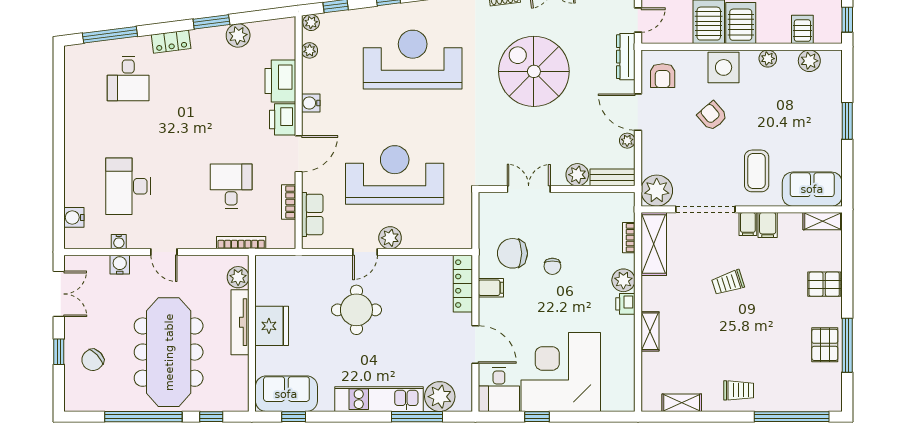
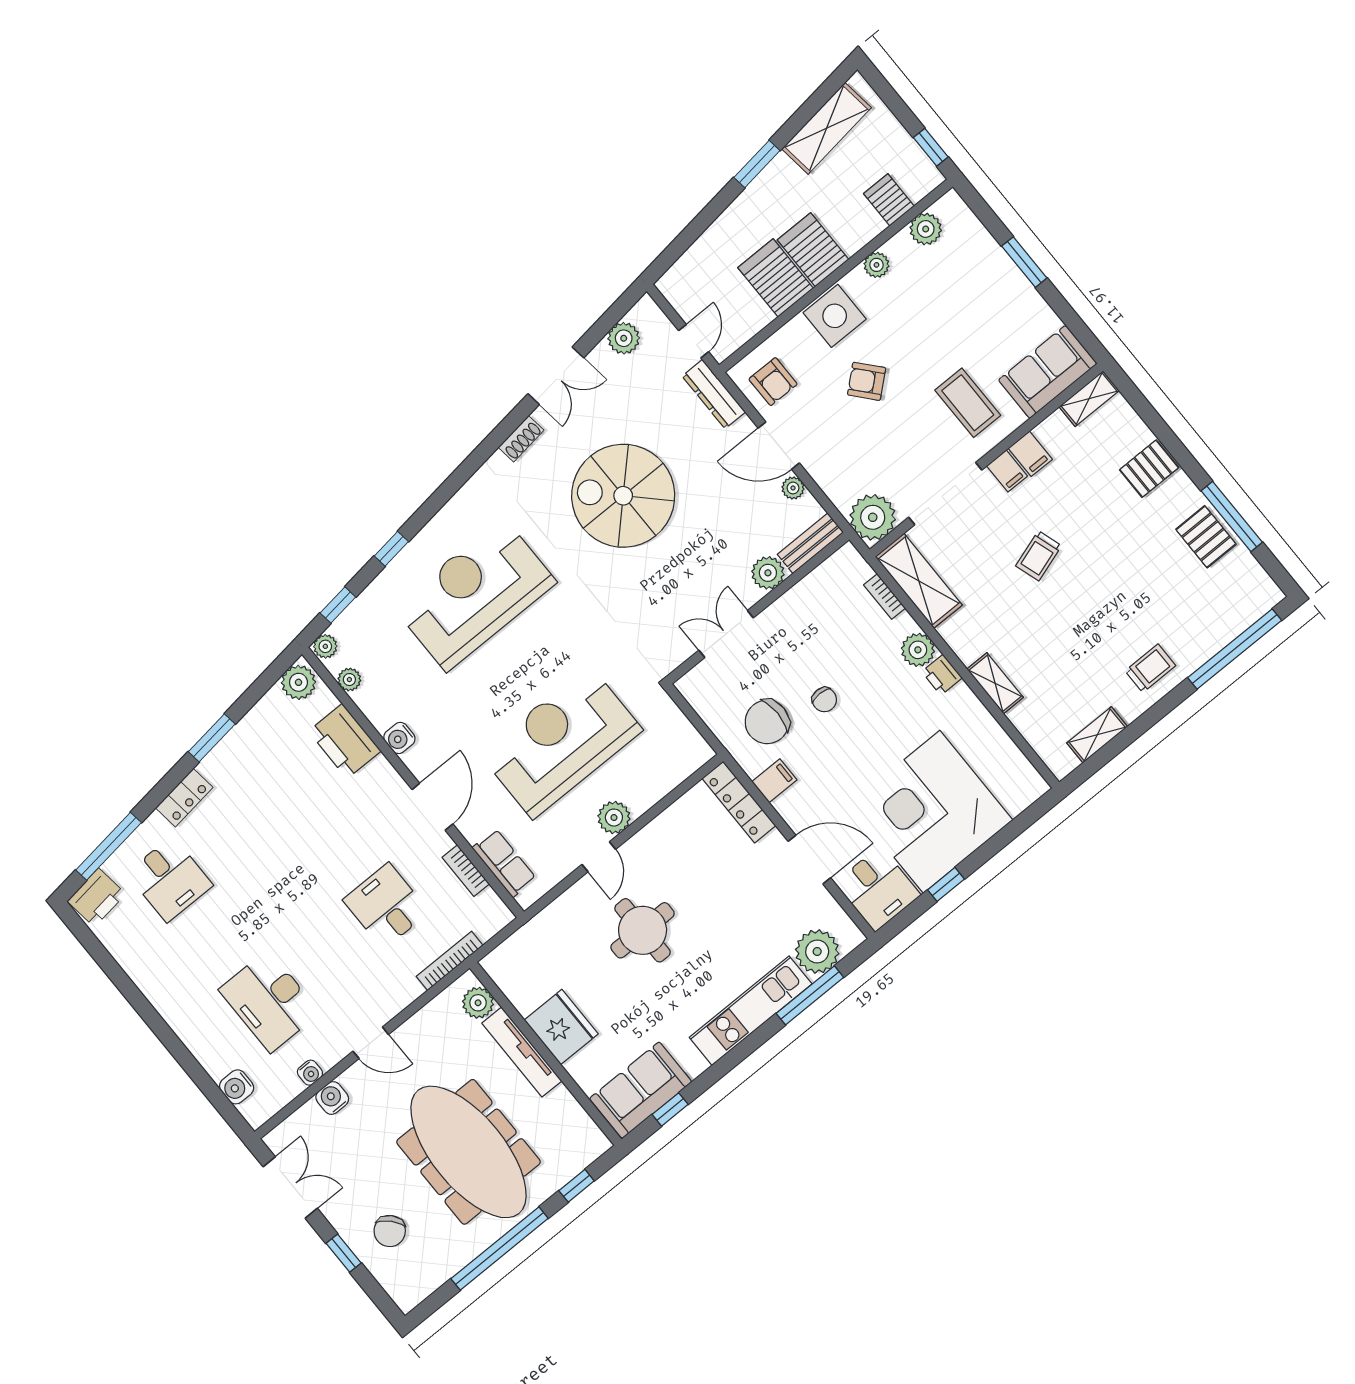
plant: (238, 35) -> (299, 682), moved
printer: (283, 119) -> (96, 897), moved, turned -97

